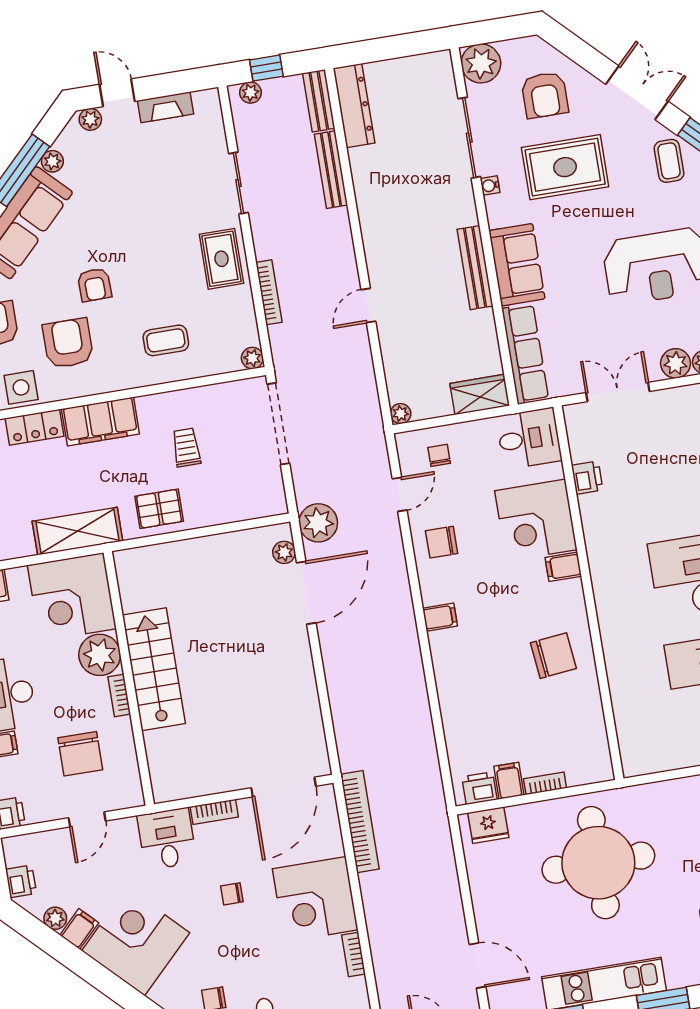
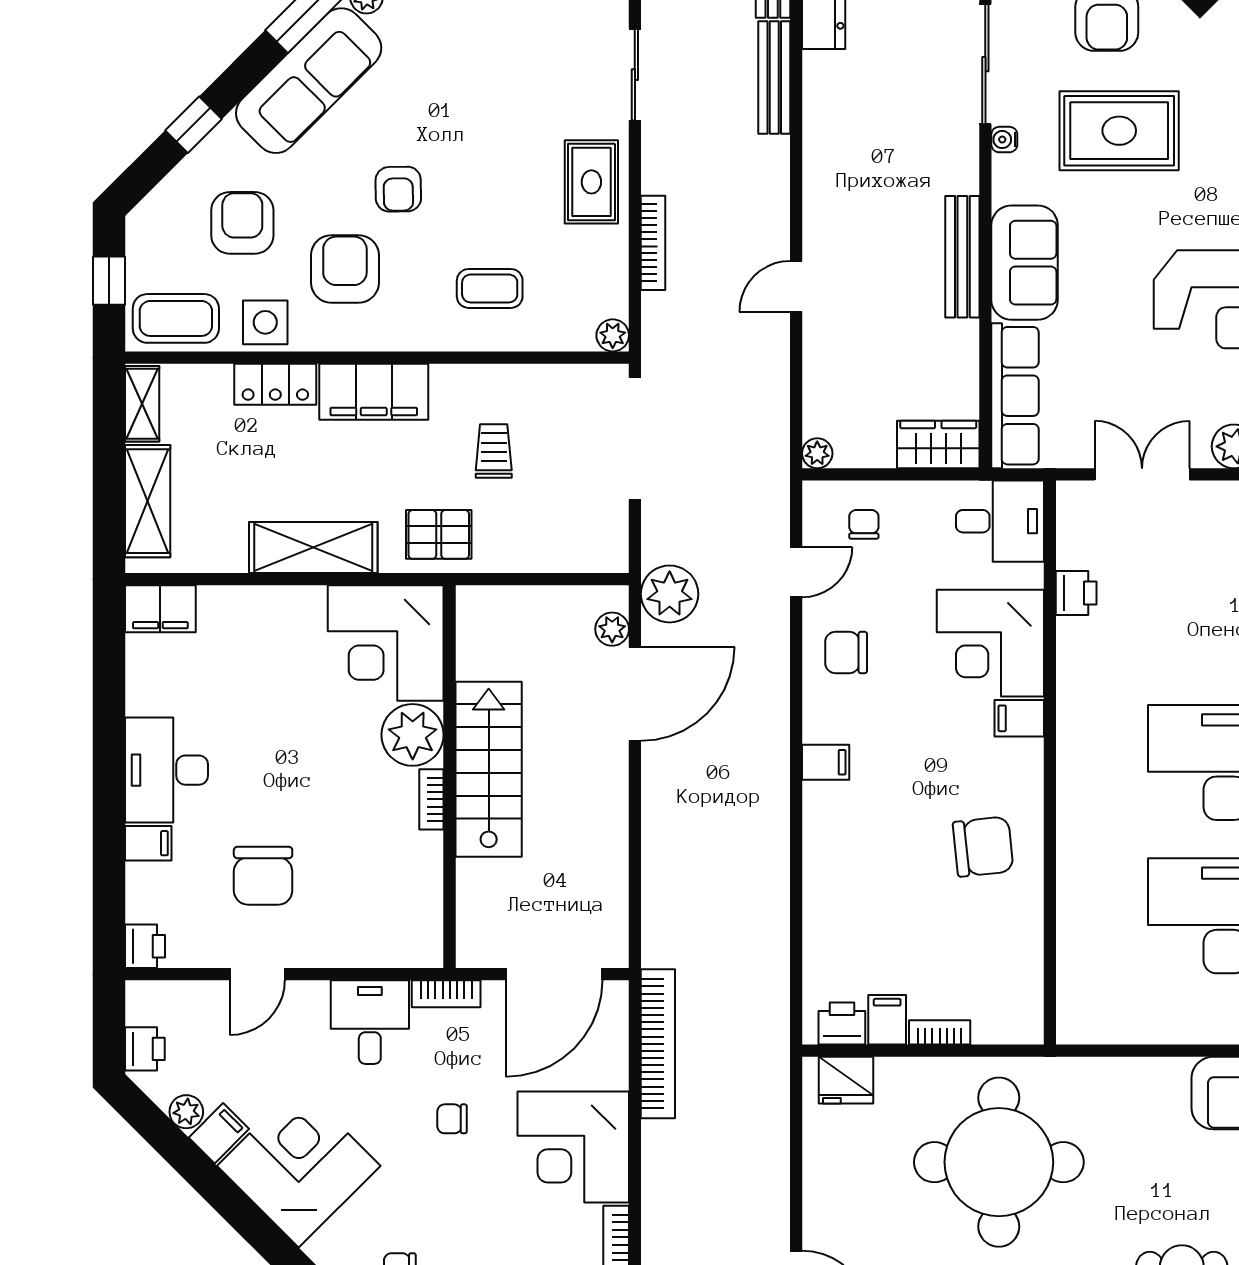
corner desk: (72, 597) -> (386, 643), moved
plant: (100, 655) -> (413, 735), moved
stairs: (154, 669) -> (489, 769), moved
wall: (129, 678) -> (450, 777), moved
bookcase: (119, 695) -> (431, 799), moved

